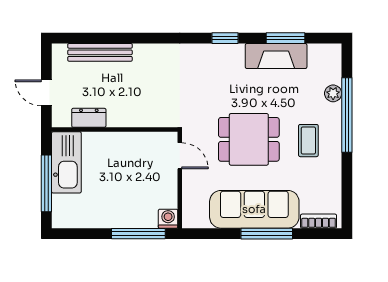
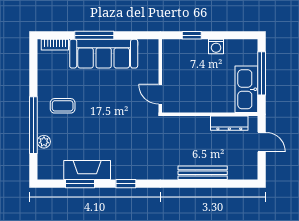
bench: (100, 52) -> (203, 173), moved
dresser: (89, 118) -> (229, 123), width x1.44
dining table: (249, 139) -> (108, 107), removed
coffee table: (308, 141) -> (63, 106), turned 90
washing machine: (168, 219) -> (216, 47), moved
window: (138, 234) -> (192, 35), width x0.46

